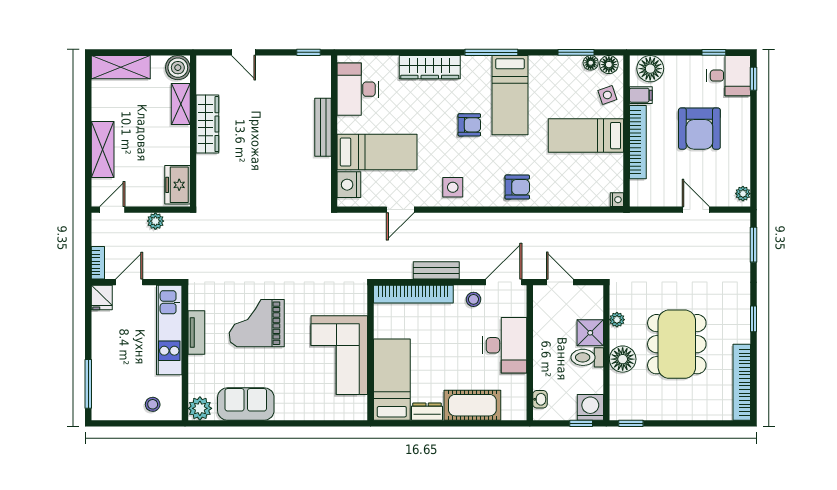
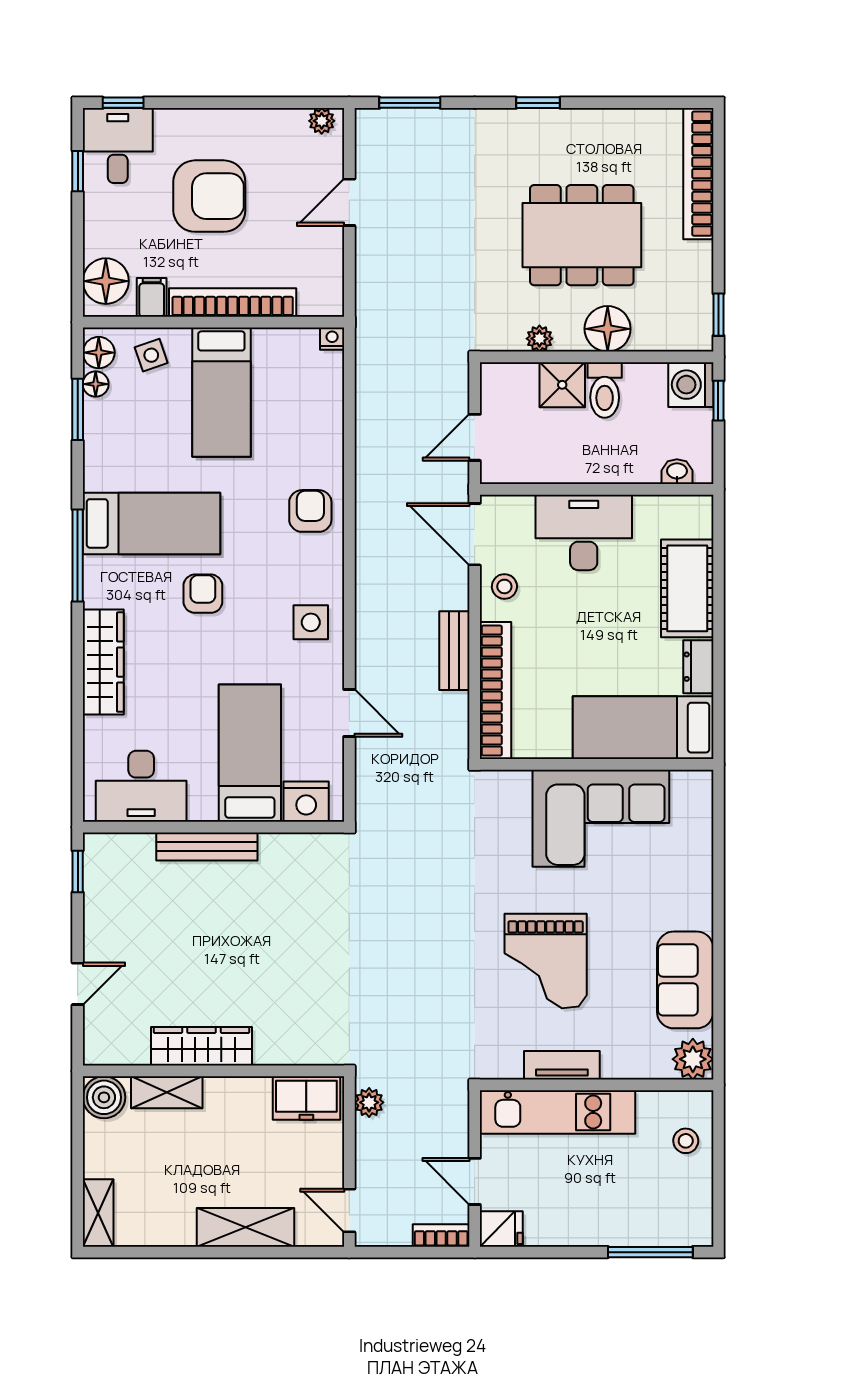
shelving: (121, 67) -> (98, 1213), width x0.67, depth x0.75
plant: (155, 221) -> (369, 1102), moved
bookcase: (742, 382) -> (698, 174), moved, turned 90

